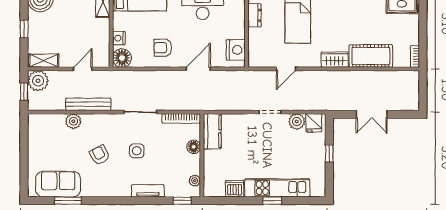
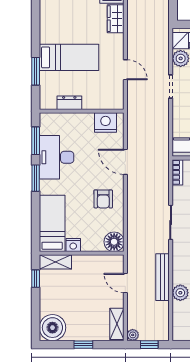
nightstand: (119, 38) -> (73, 245), moved
plant: (38, 81) -> (133, 335), width x0.53, depth x0.53
bookcase: (181, 118) -> (177, 172), width x0.64

